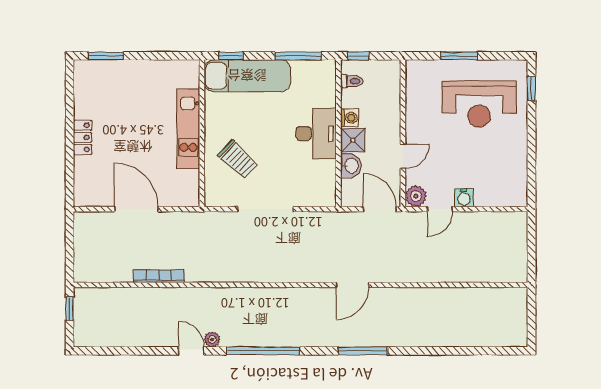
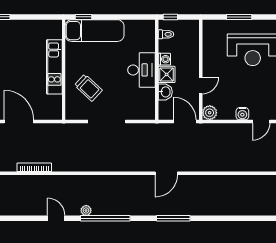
window: (298, 56) -> (129, 17), removed
door: (440, 209) -> (261, 122), moved
plant: (212, 339) -> (86, 210), moved

